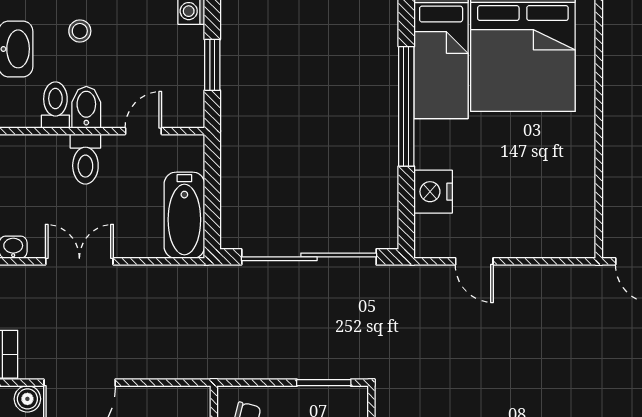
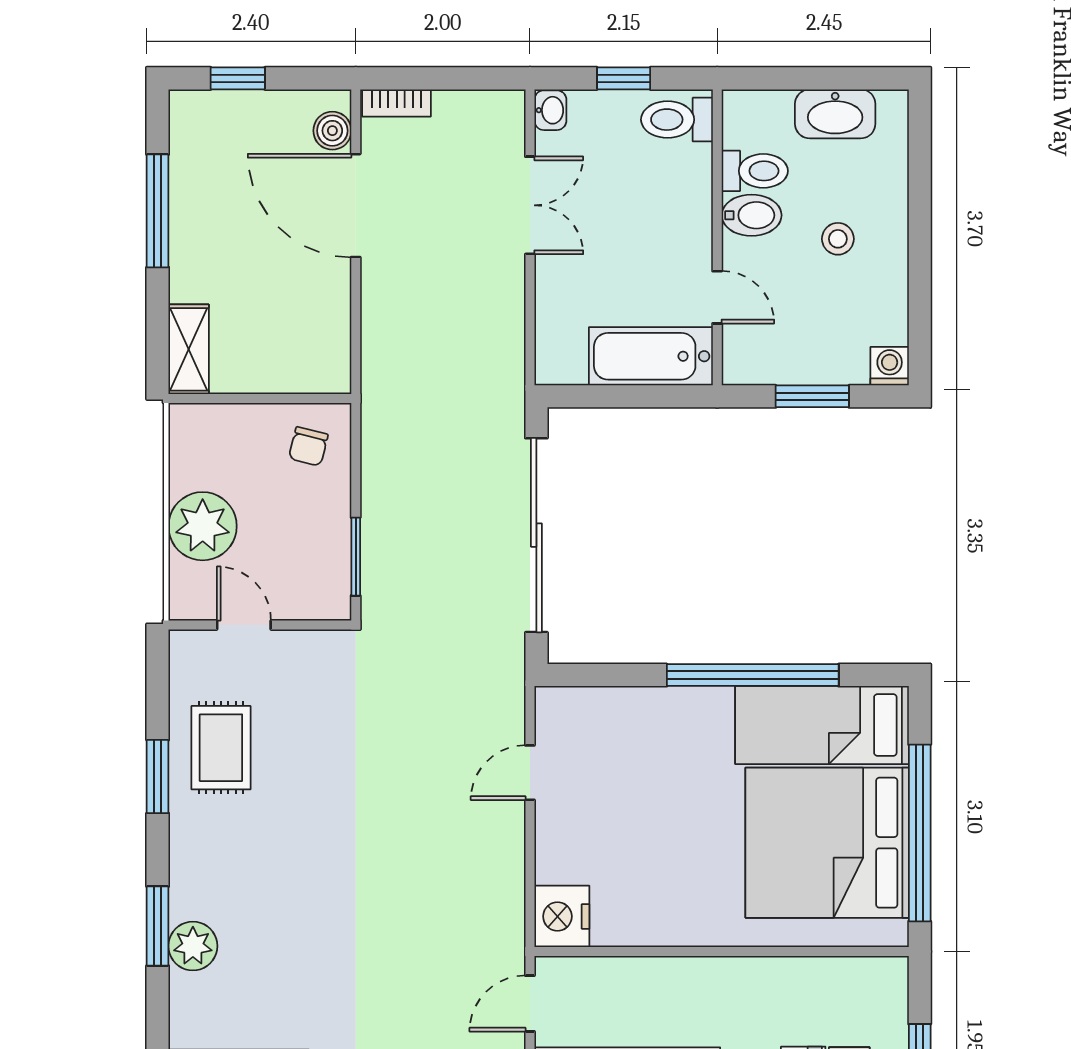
stool: (80, 31) -> (838, 239), moved
toilet: (85, 159) -> (677, 120), moved
nightstand: (433, 192) -> (562, 916), moved, turned -90
bathtub: (184, 215) -> (651, 356), moved

